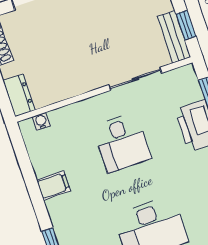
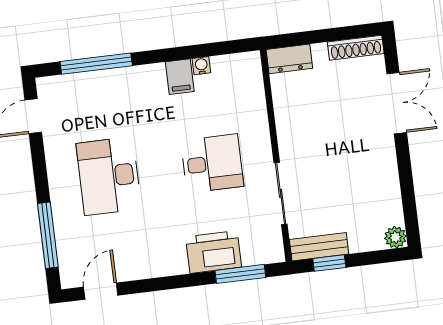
water cooler: (41, 121) -> (201, 66), moved, turned -90
desk: (122, 143) -> (212, 163), turned 180

